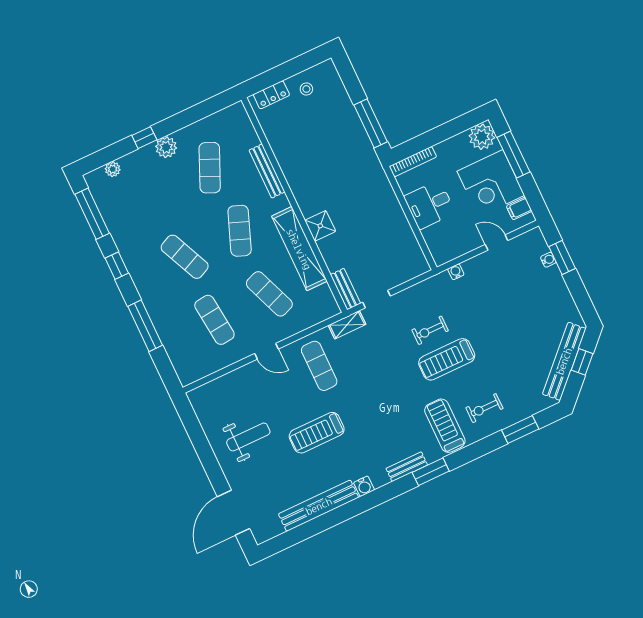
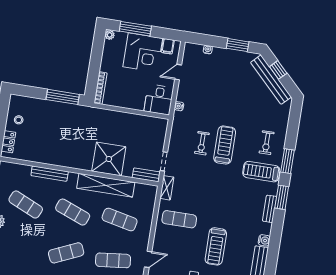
plant: (482, 137) -> (110, 35), width x0.53, depth x0.53
desk: (430, 205) -> (159, 100), moved
shower: (320, 226) -> (109, 159), width x1.86, depth x1.86
window: (562, 257) -> (238, 45), moved
exercise mat: (269, 294) -> (120, 220), turned 33
door: (266, 351) -> (148, 259), moved
treadmill: (447, 359) -> (225, 145), turned 180
window: (520, 430) -> (288, 161), moved

